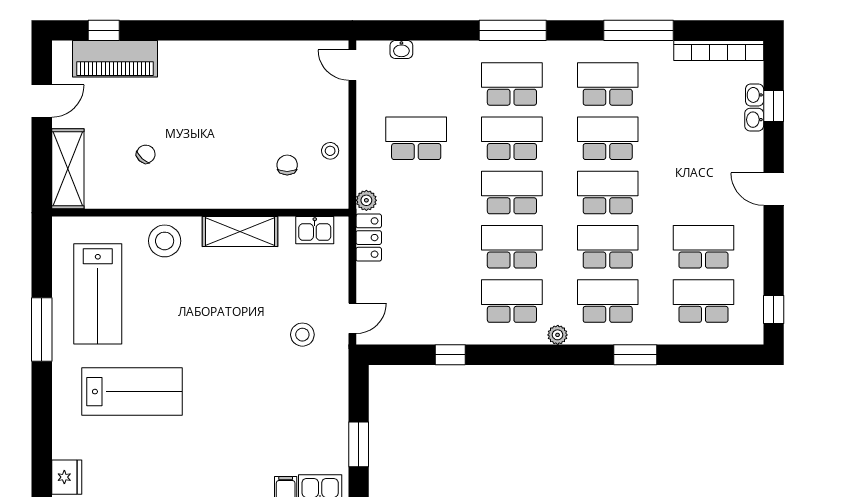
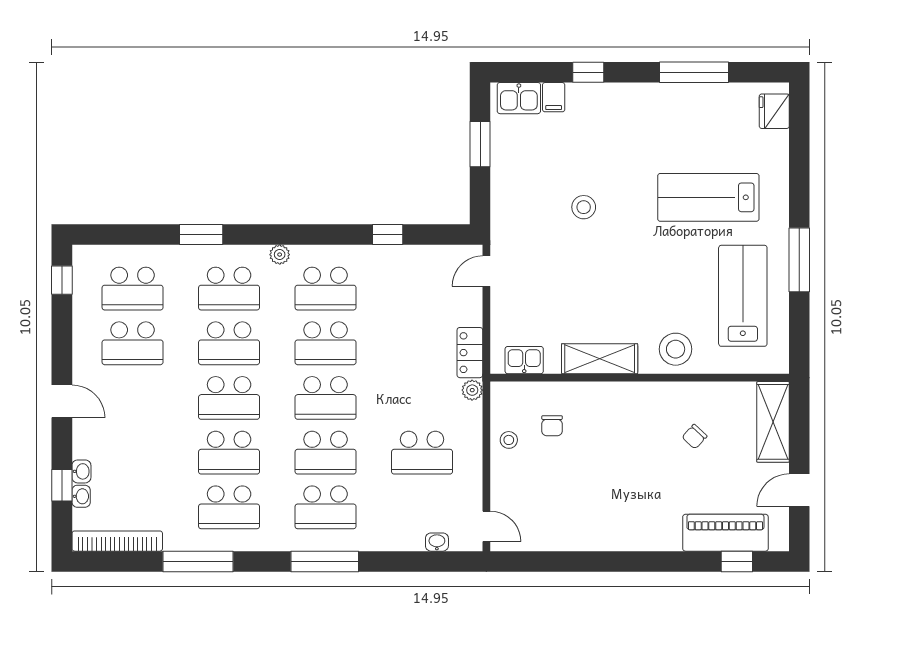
stool: (302, 335) -> (584, 207), moved

